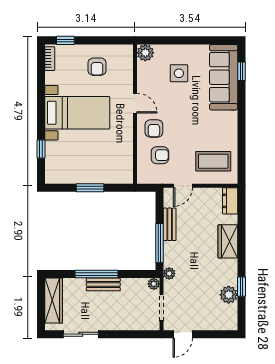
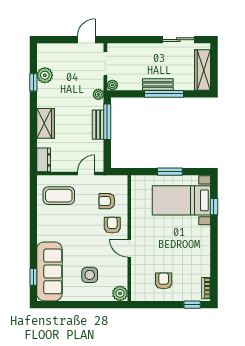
bed with nightstands: (77, 113) -> (181, 200), moved
bench: (170, 224) -> (98, 125), moved

